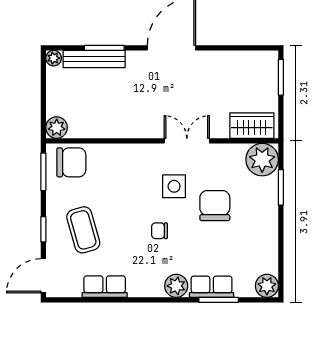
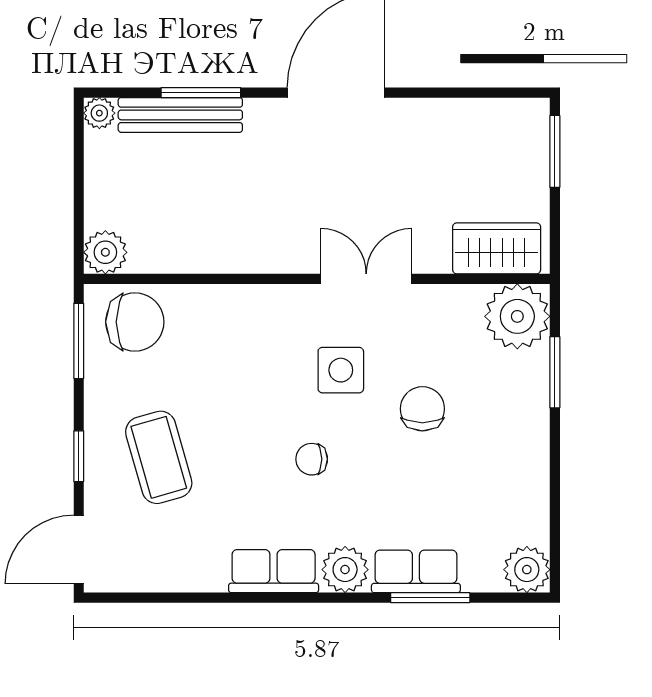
chair: (215, 206) -> (422, 409), width x0.73, depth x0.73
row of seats: (105, 287) -> (274, 571), moved

